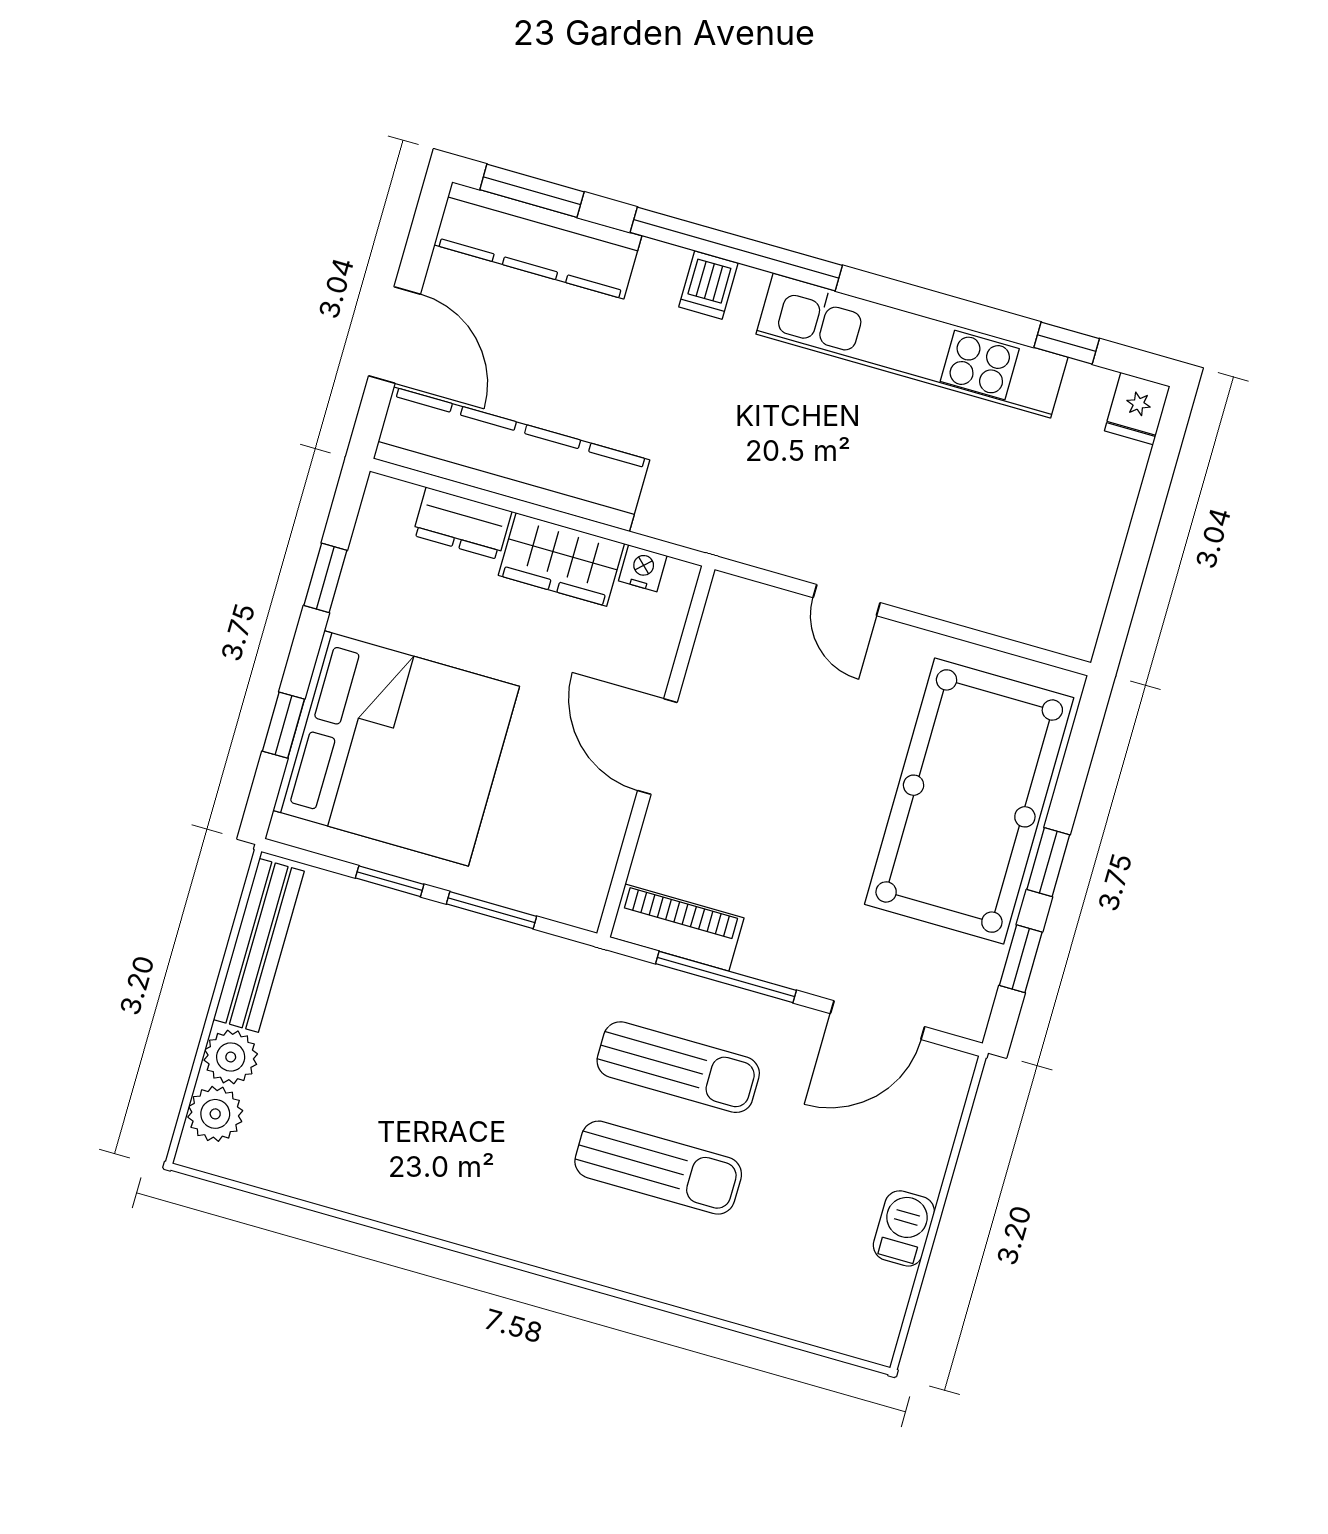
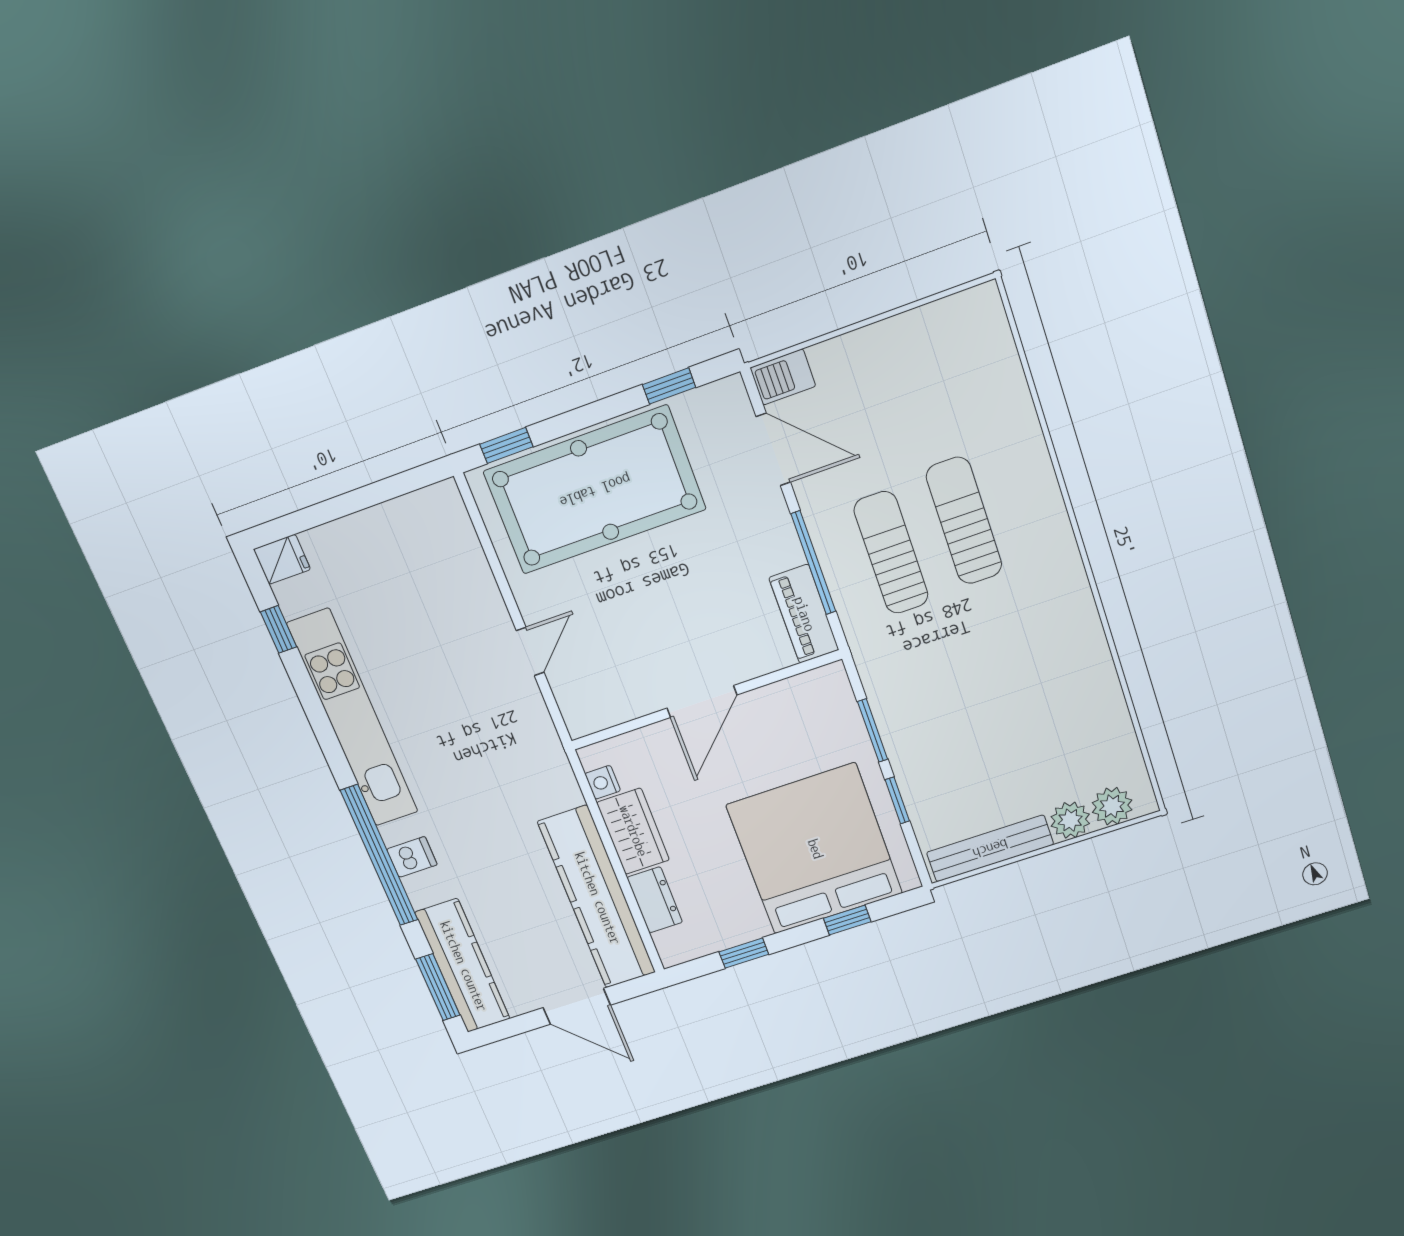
door: (395, 335) -> (577, 1006), swing flipped
window: (1048, 862) -> (506, 446), moved
barbecue: (904, 1228) -> (783, 377), moved

